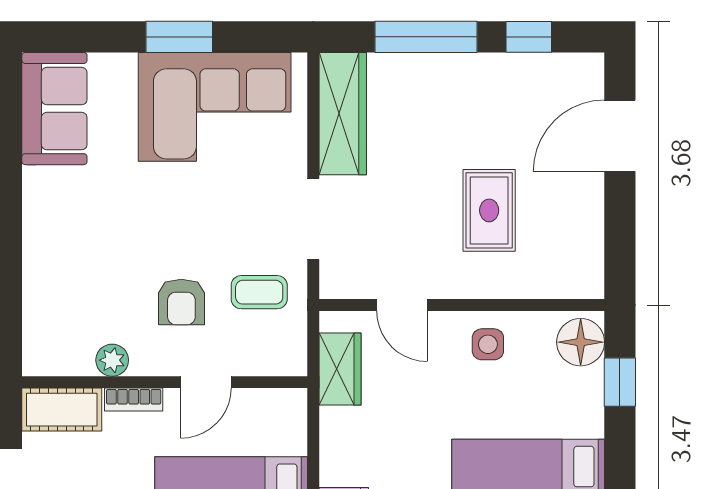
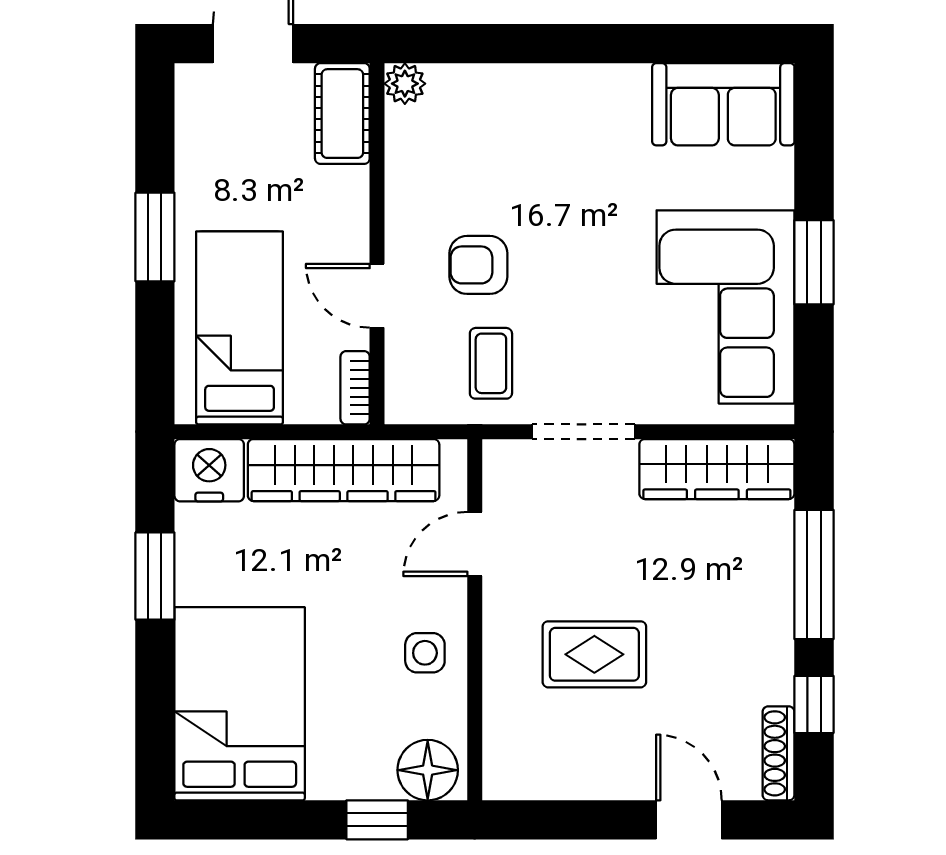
shoe rack: (567, 65) -> (779, 753), added
door: (620, 136) -> (689, 820), width x0.73
plant: (112, 360) -> (405, 84), moved
wardrobe: (340, 369) -> (344, 470), width x2.10, depth x1.17
bookcase: (134, 400) -> (355, 388), moved

